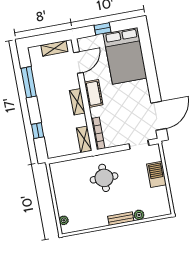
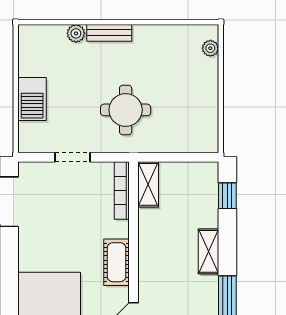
shelving: (77, 102) -> (208, 251), moved
window: (38, 131) -> (227, 196), moved
doorway: (139, 145) -> (72, 157), moved

